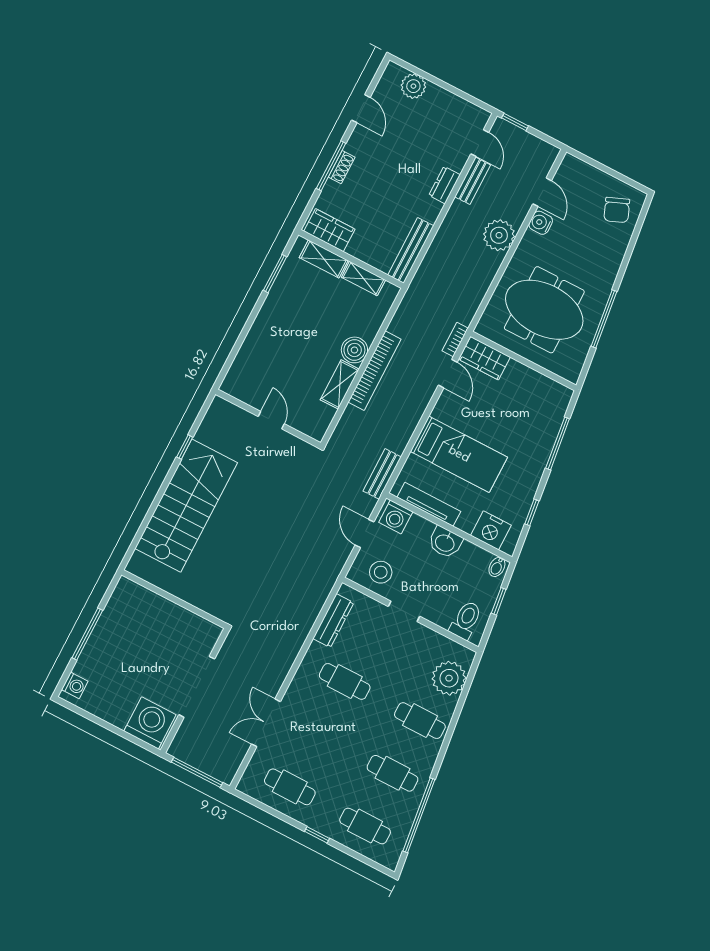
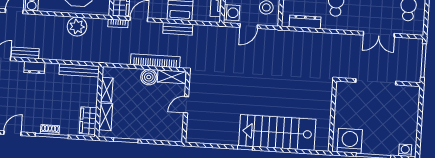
plant: (499, 235) -> (77, 27), moved
wall: (268, 418) -> (186, 107), moved
door: (271, 420) -> (186, 105), moved
bench: (382, 474) -> (178, 29), moved
washing machine: (150, 723) -> (350, 141), moved, turned 90

